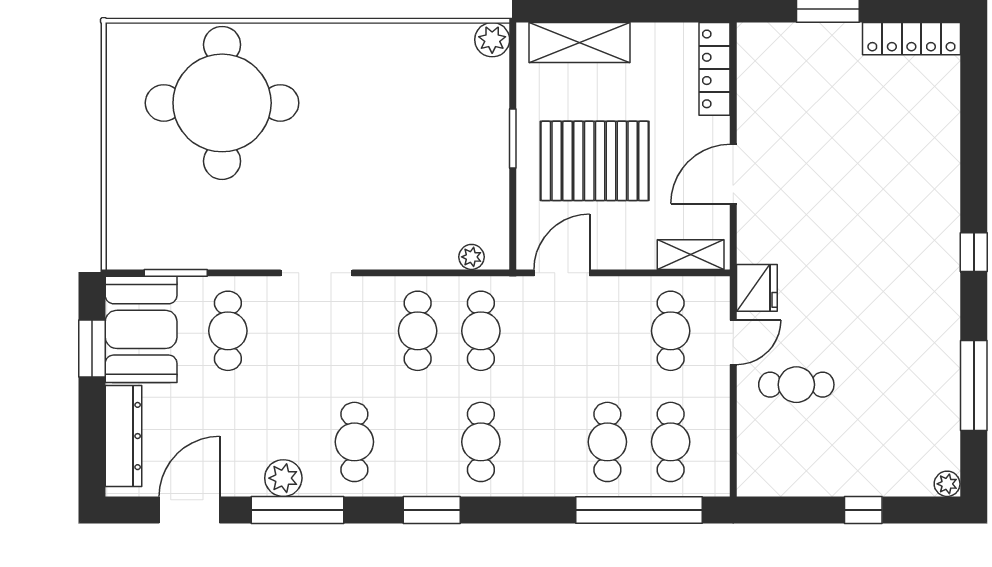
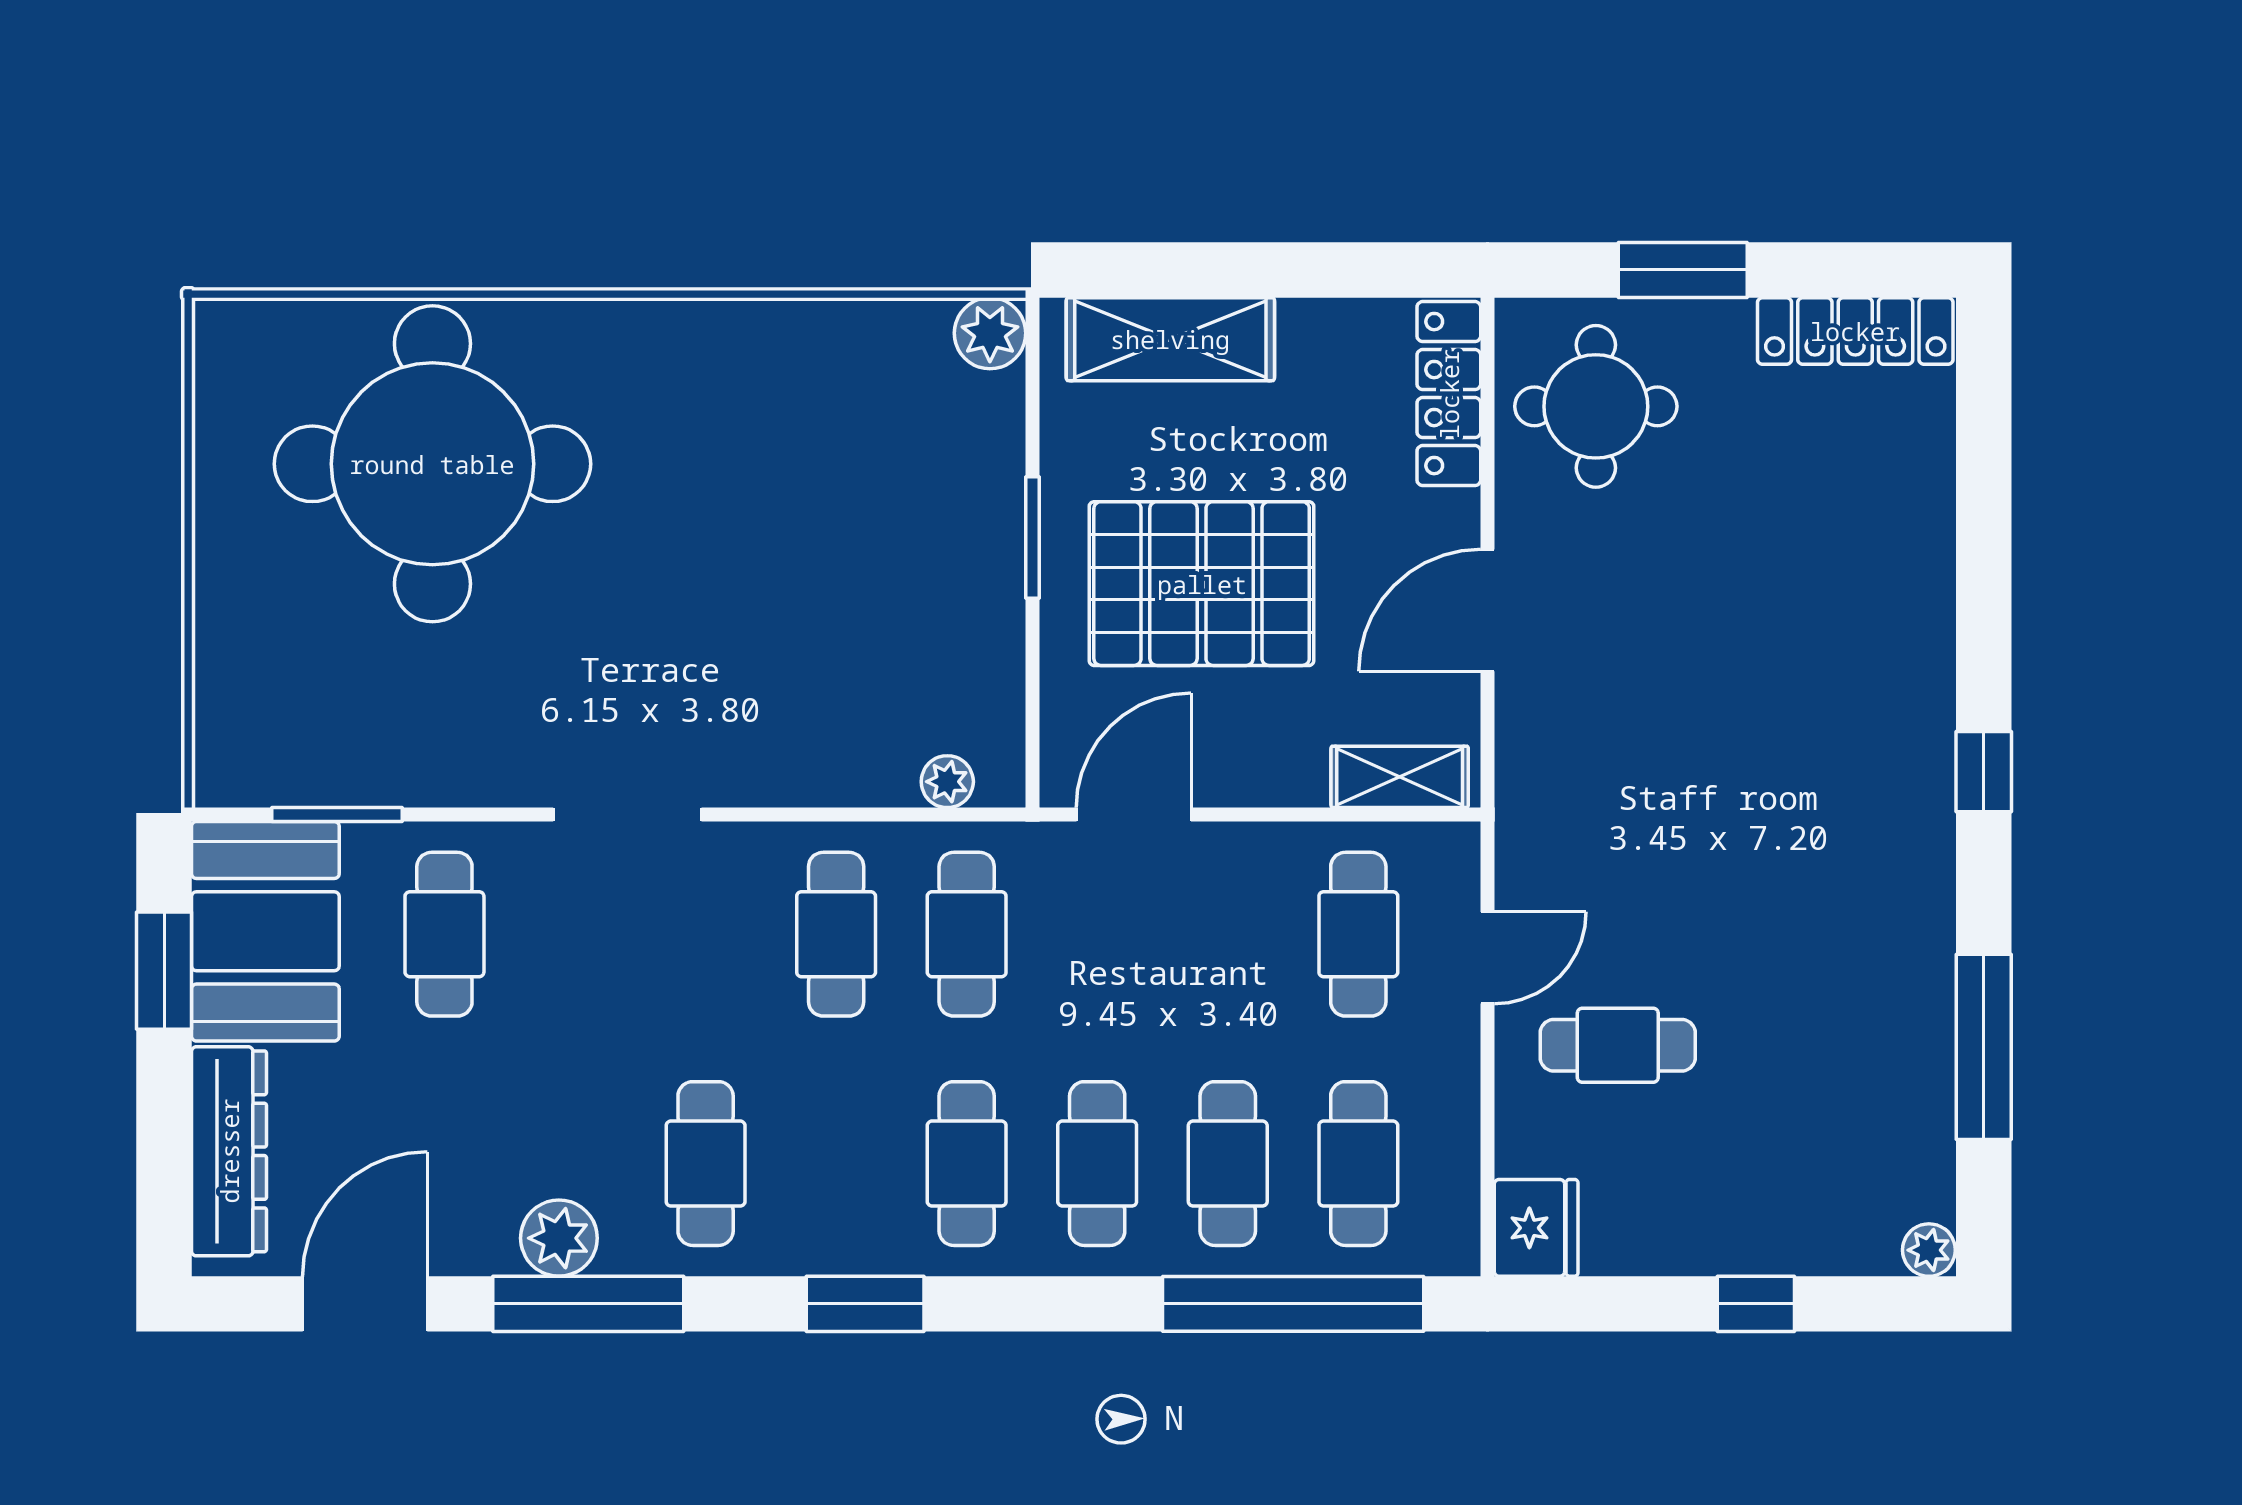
round table: (786, 75) -> (1596, 406), added
fridge: (757, 288) -> (1536, 1228), moved
cafe table: (544, 442) -> (1097, 1164), added

